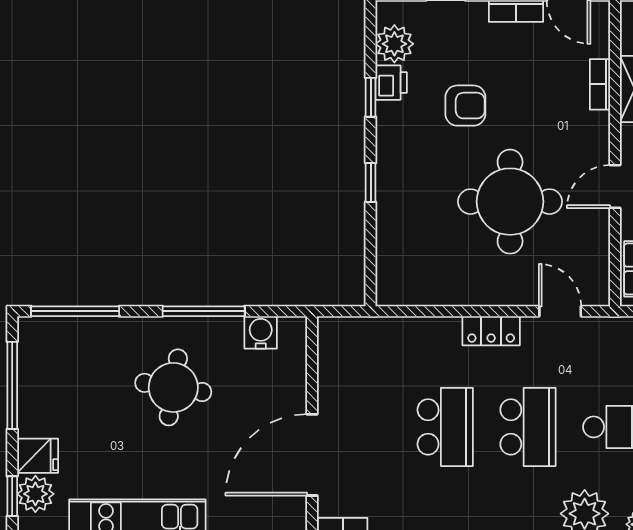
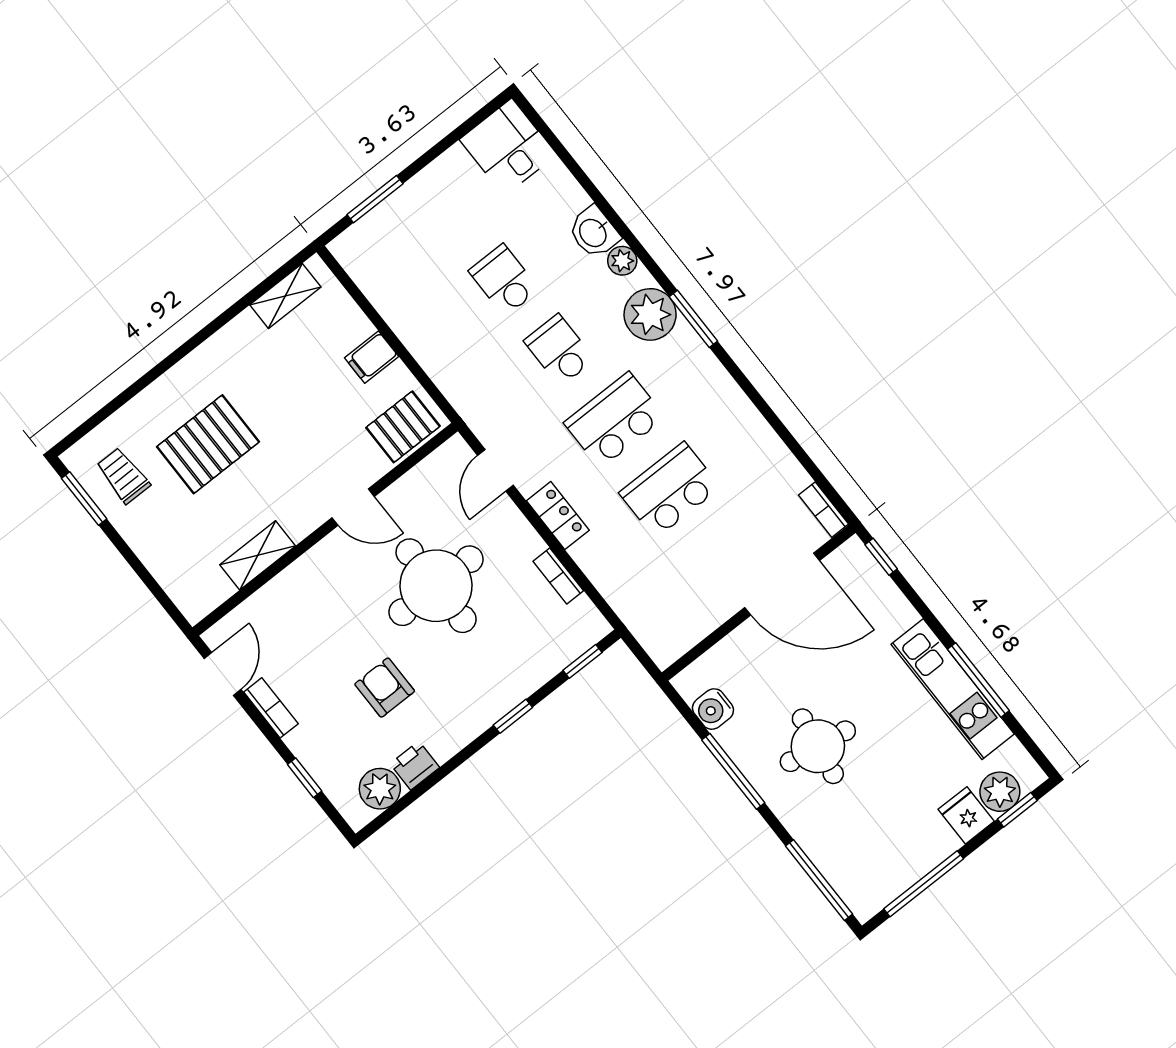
bookcase: (600, 84) -> (558, 576), moved, turned 90
window: (371, 97) -> (582, 661), moved

